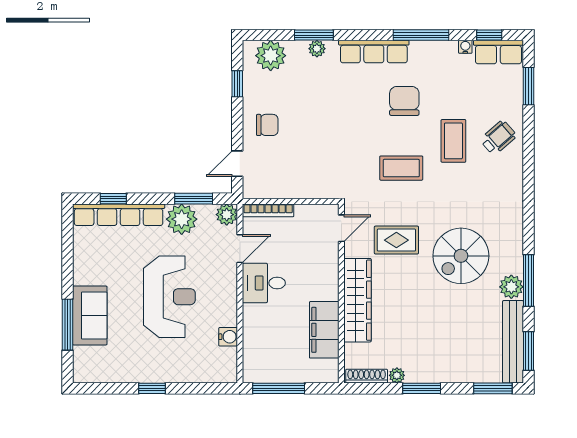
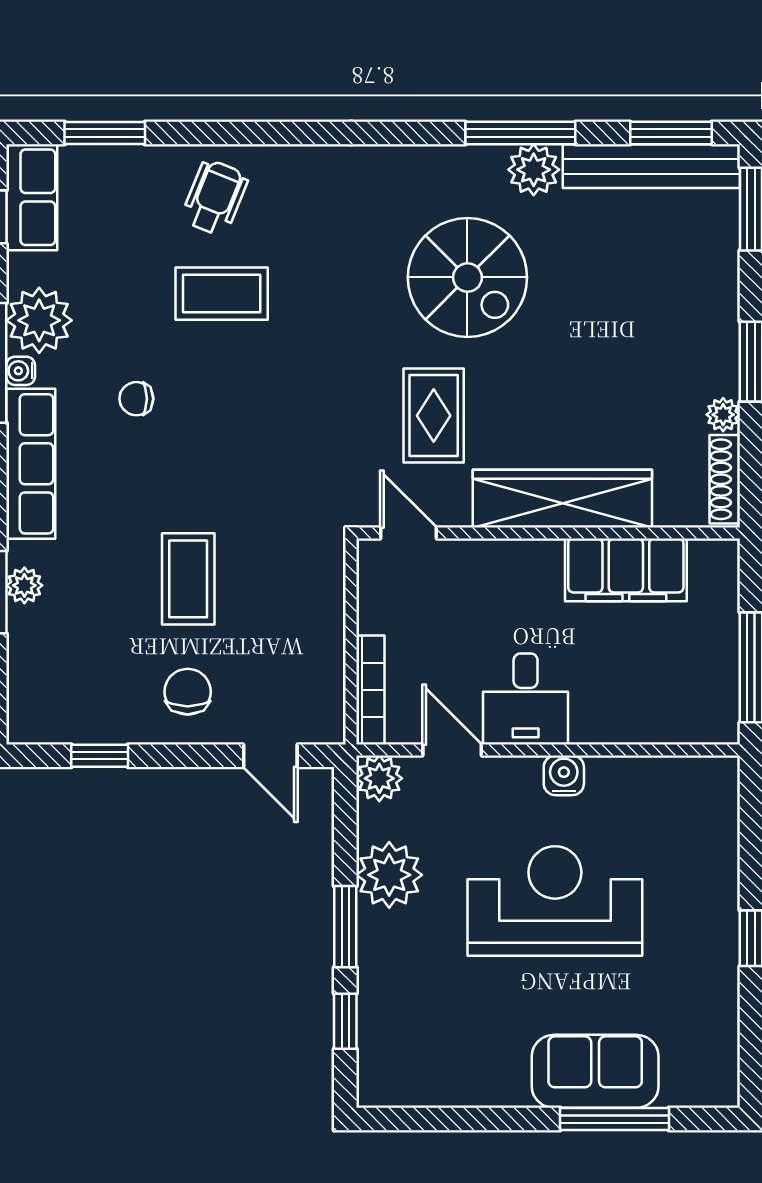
water cooler: (465, 47) -> (21, 371), moved
plant: (271, 56) -> (39, 320), moved
chair: (404, 101) -> (136, 399), width x0.54, depth x0.54
wheelchair: (498, 138) -> (215, 198), turned 63
coffee table: (401, 168) -> (188, 579), moved
window: (194, 199) -> (345, 927), moved
row of seats: (119, 215) -> (380, 1010), removed
water cooler: (228, 337) -> (564, 775), moved

